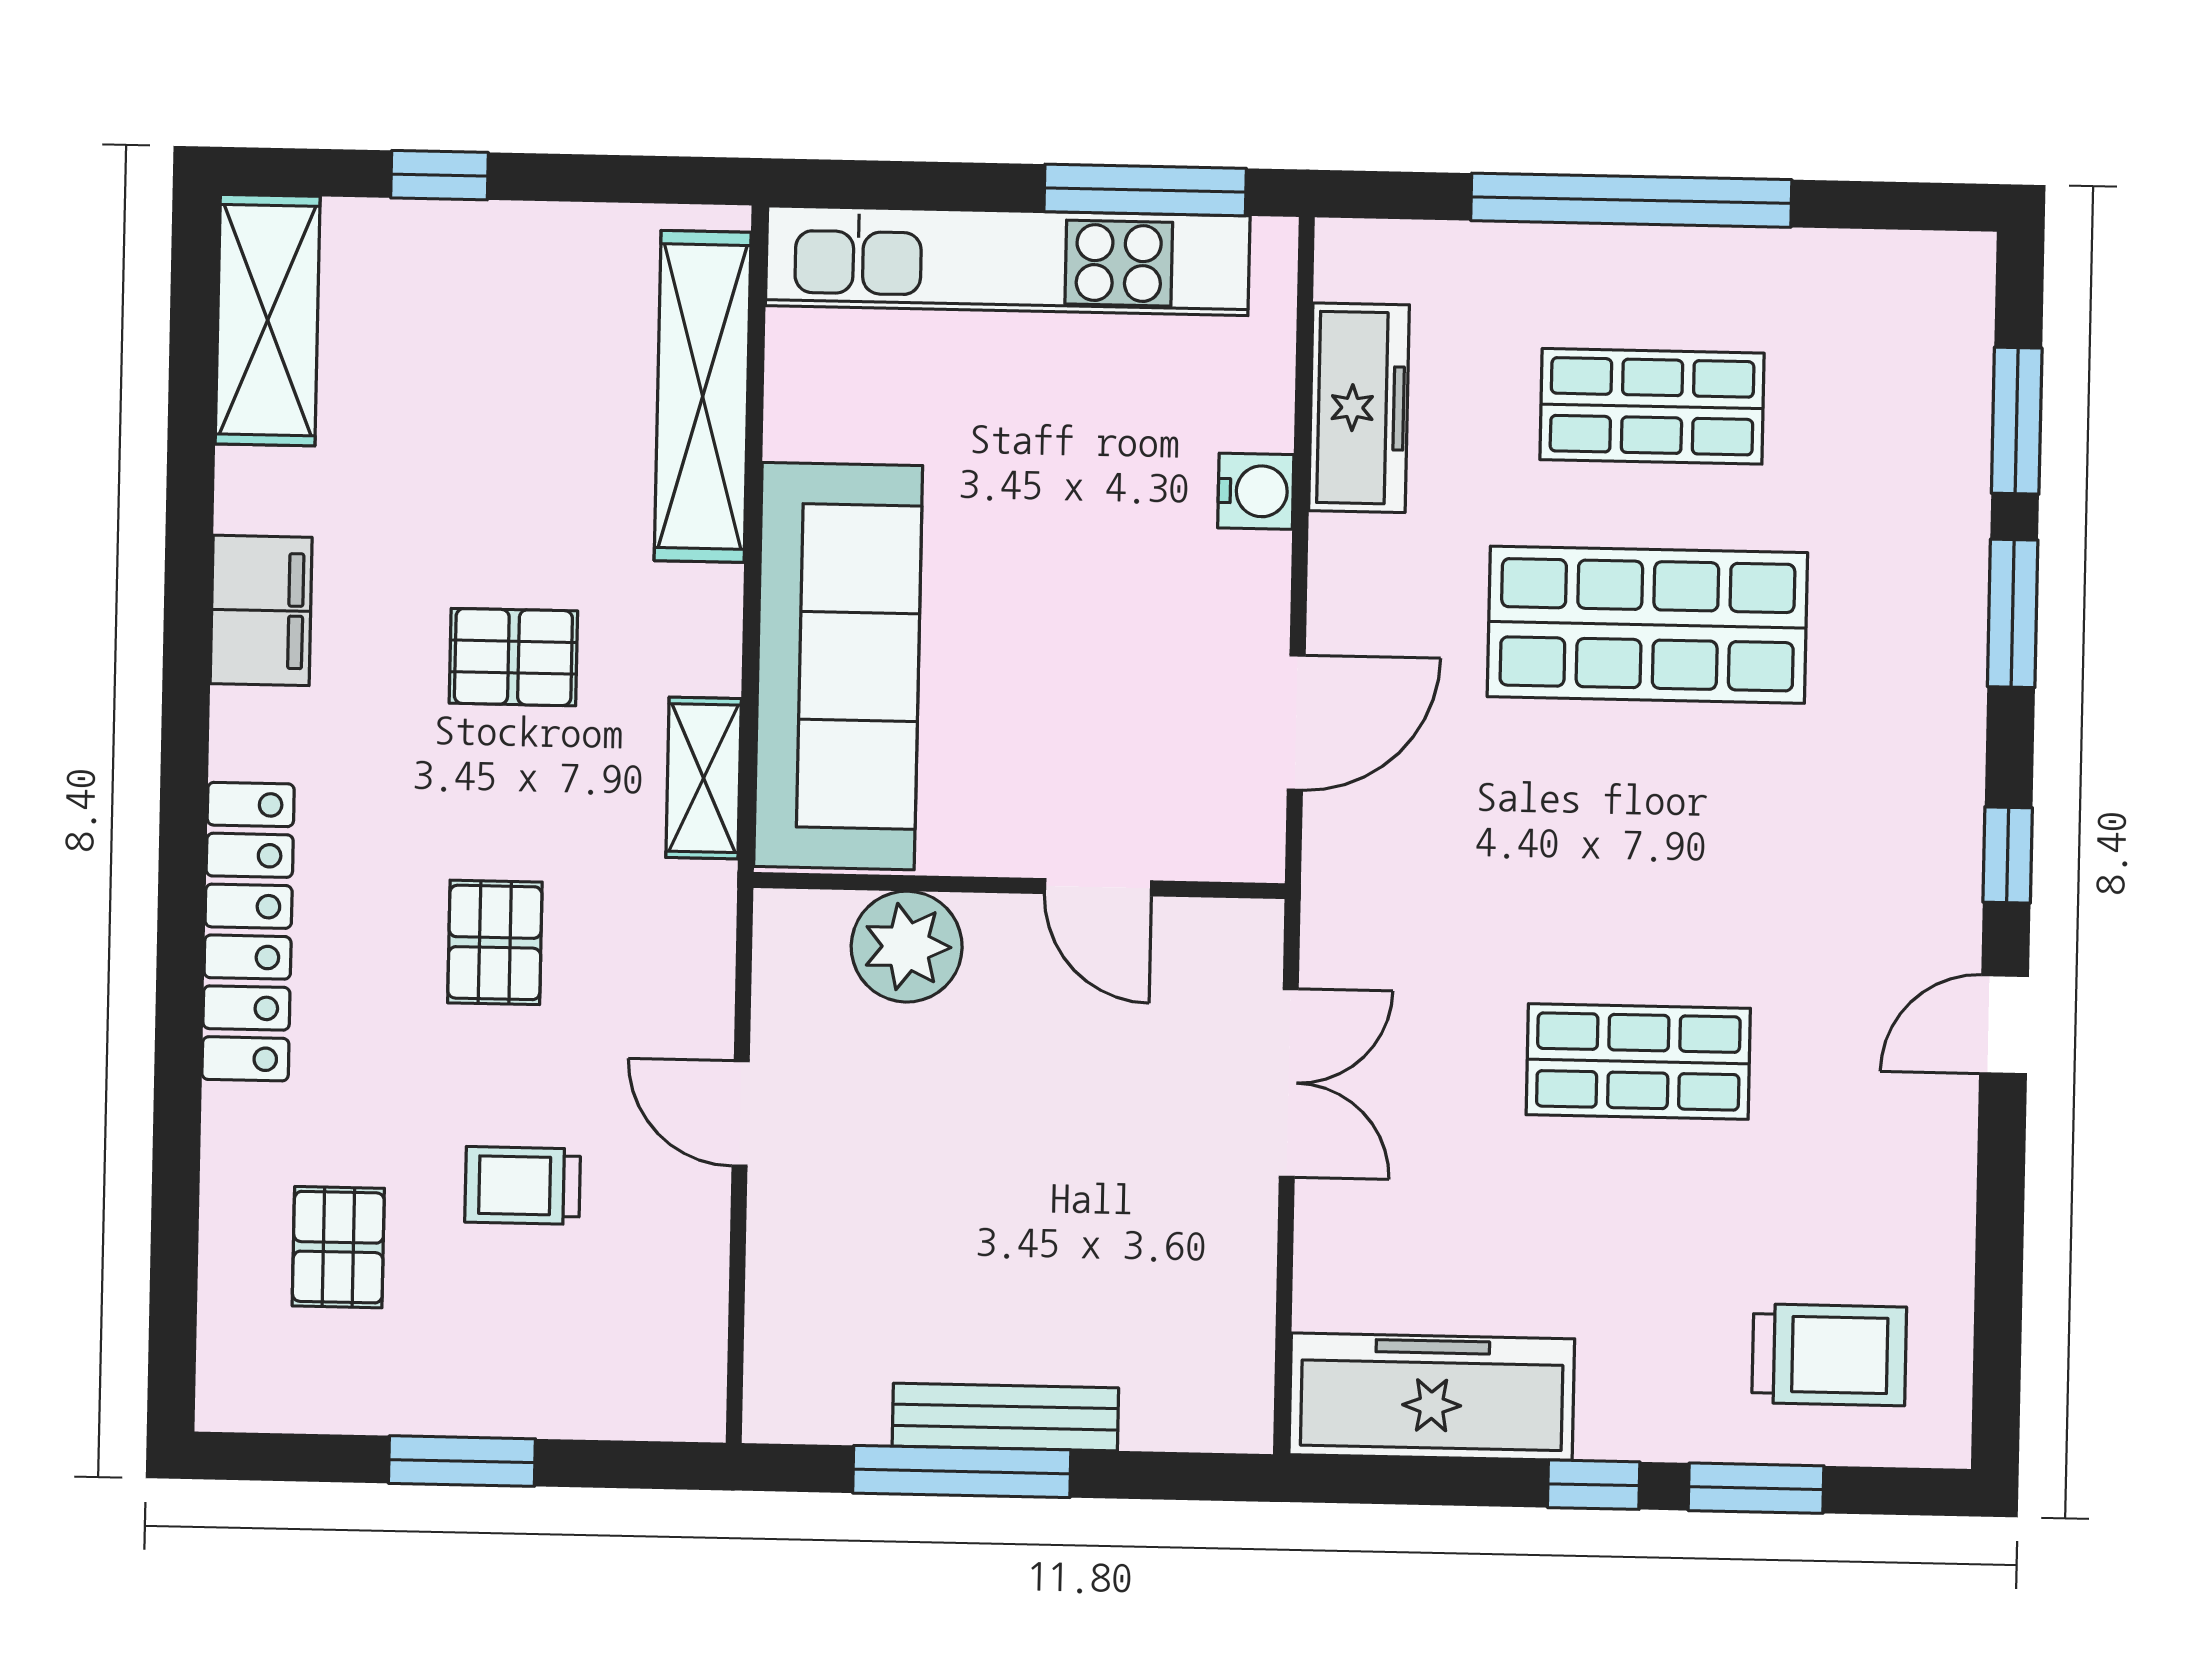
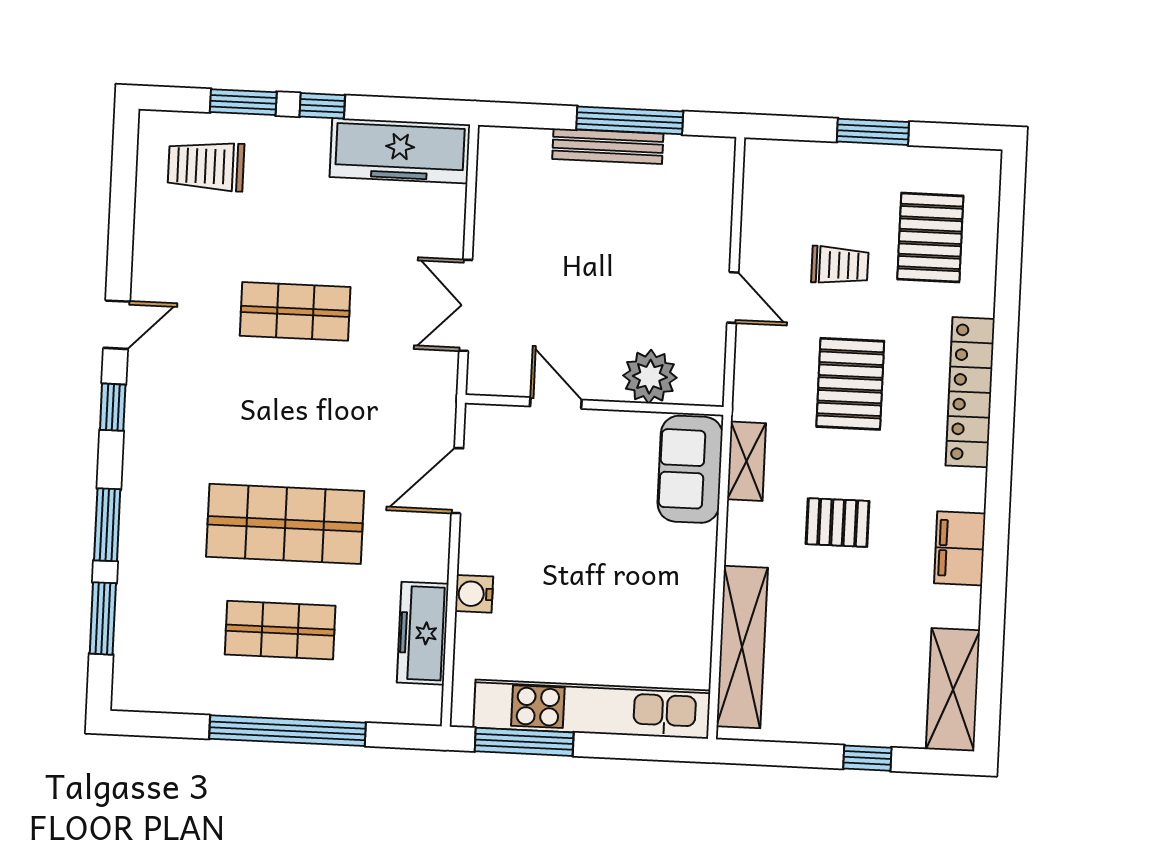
sofa: (838, 666) -> (690, 469), width x0.54, depth x0.79
pallet: (495, 942) -> (850, 384), width x1.50, depth x1.42
pallet: (338, 1247) -> (930, 238), width x1.50, depth x1.42

